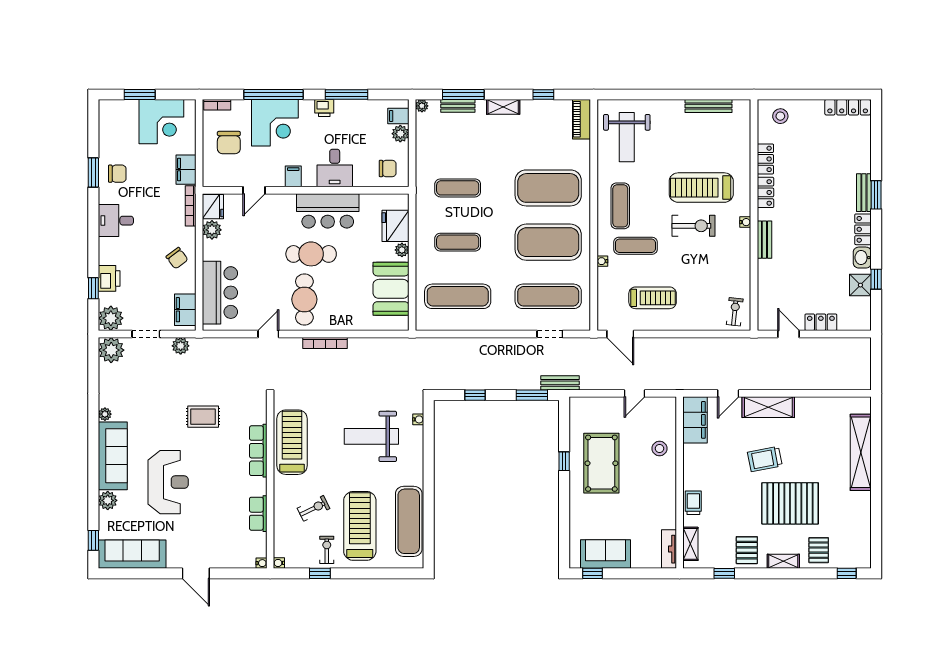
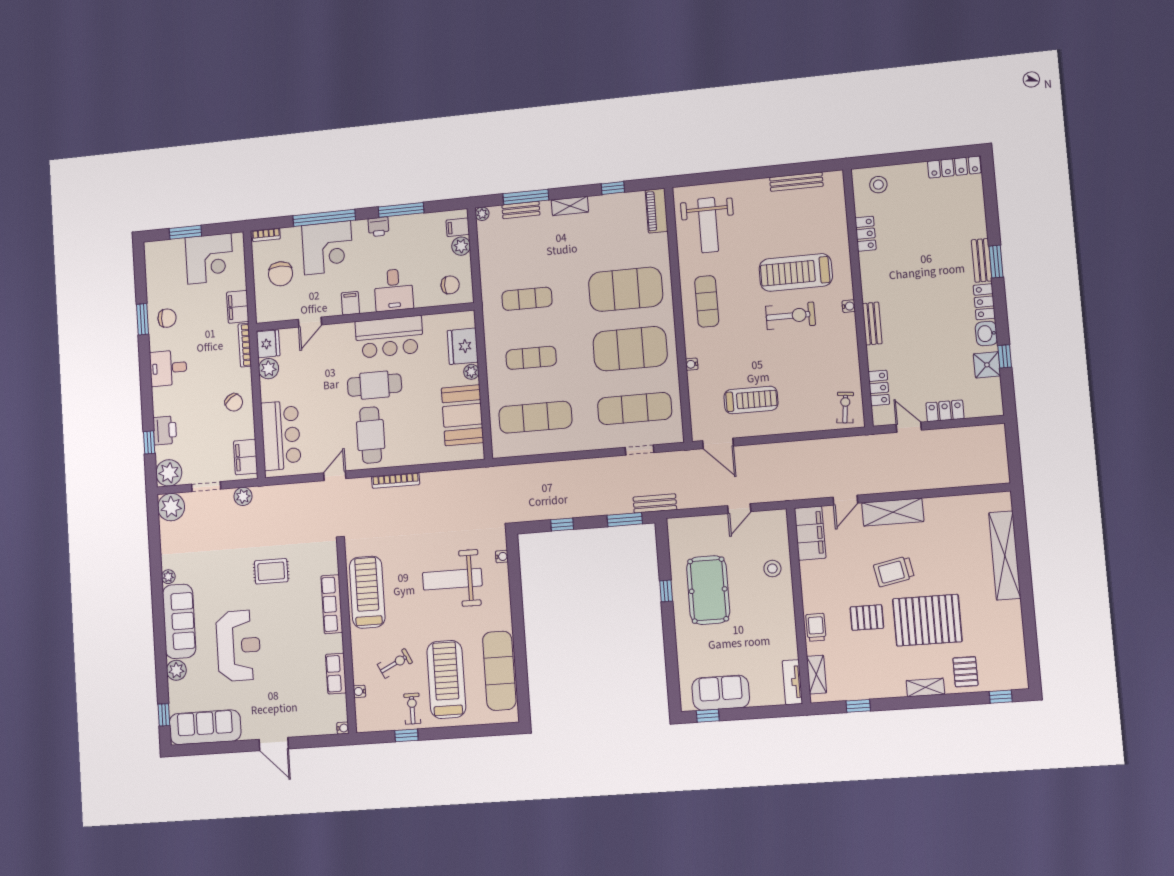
locker: (765, 192) -> (879, 388), moved
exercise mat: (635, 246) -> (727, 344), removed
pallet: (747, 550) -> (867, 618), moved, turned 90
water cooler: (279, 563) -> (359, 691), moved

